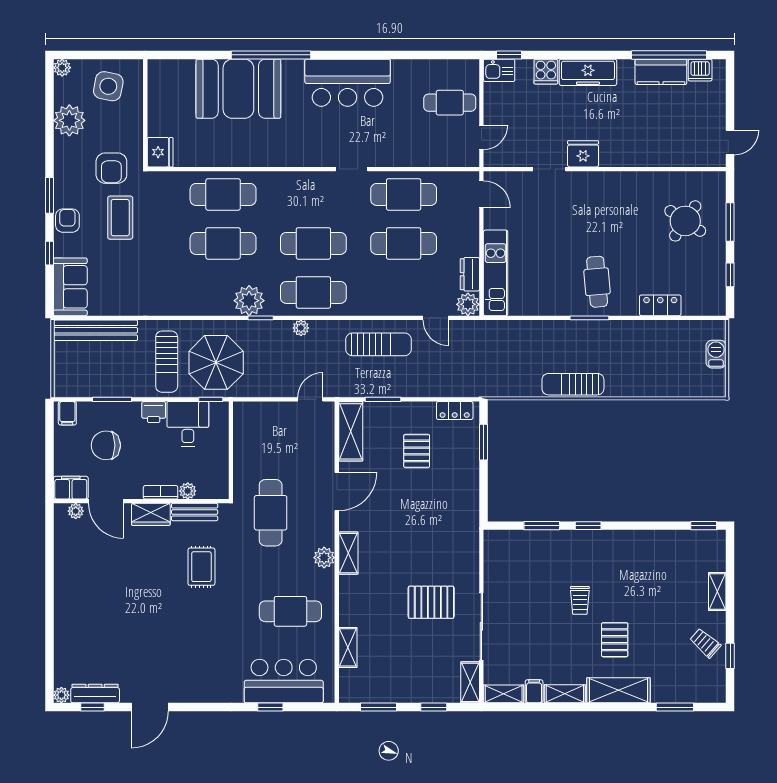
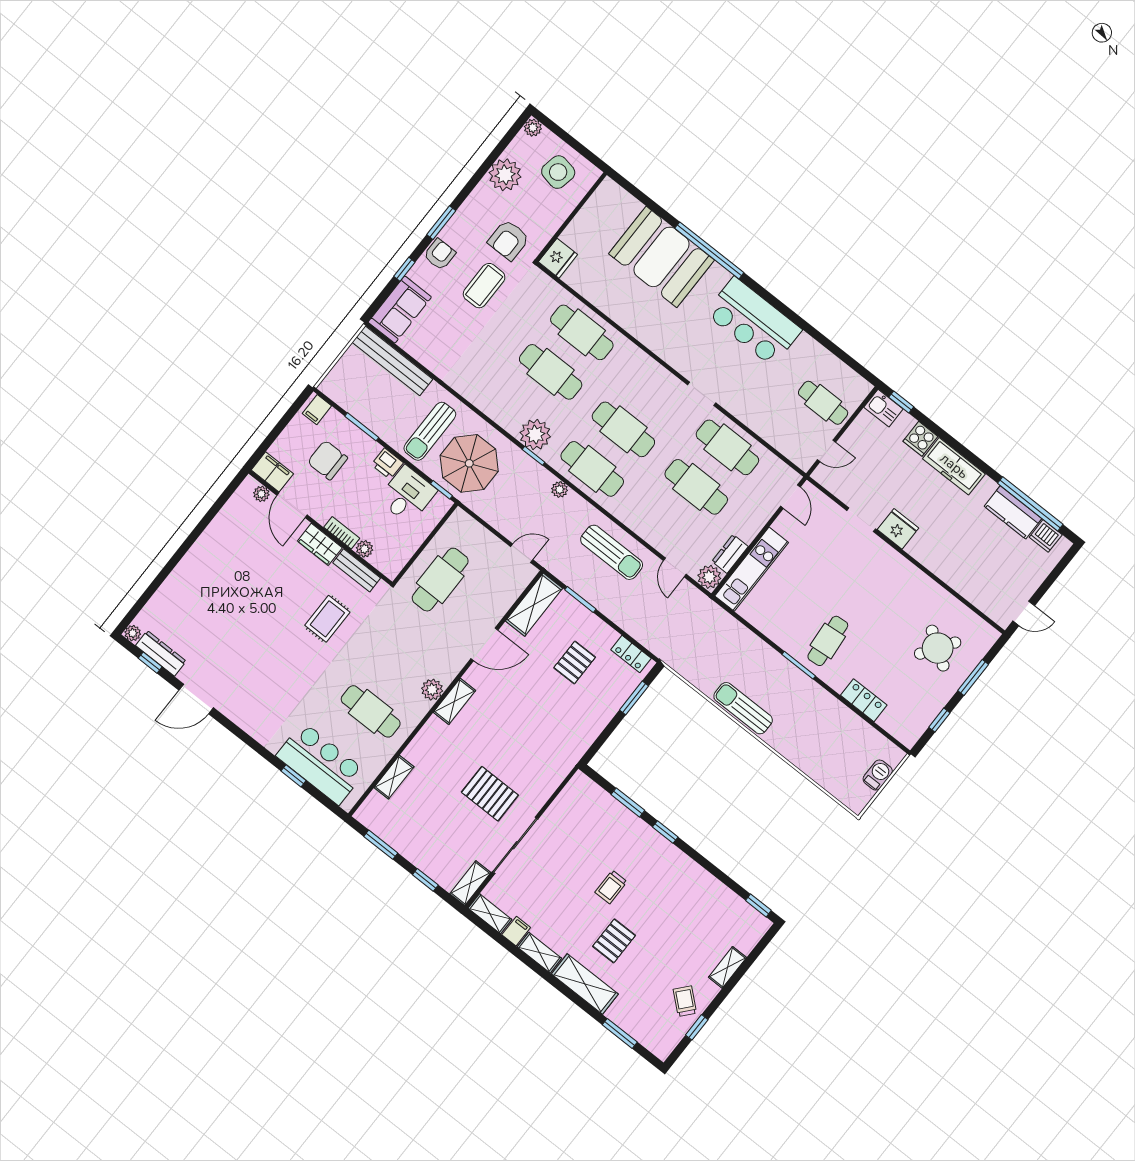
cafe table: (271, 513) -> (440, 580), moved

